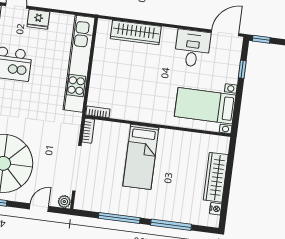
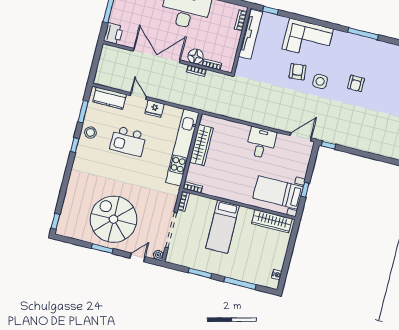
wardrobe: (136, 32) -> (201, 145), moved, turned -90
desk: (192, 48) -> (261, 143), moved
window: (242, 69) -> (305, 190), moved
wardrobe: (216, 177) -> (272, 221), moved, turned -90
window: (119, 218) -> (200, 273), width x0.69

